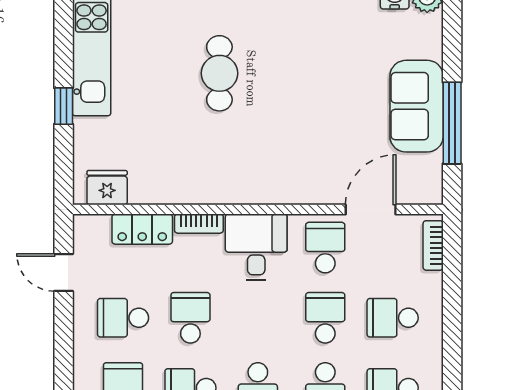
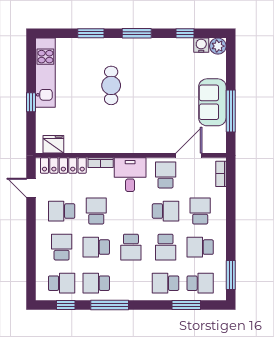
locker: (142, 229) -> (63, 165), width x1.53
school desk: (325, 318) -> (166, 211), turned 90
school desk: (393, 318) -> (200, 211), turned 90

